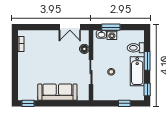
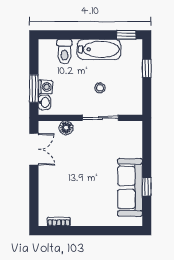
window: (147, 61) -> (84, 35), removed
sofa: (57, 92) -> (130, 187), moved
window: (28, 103) -> (147, 187), moved

